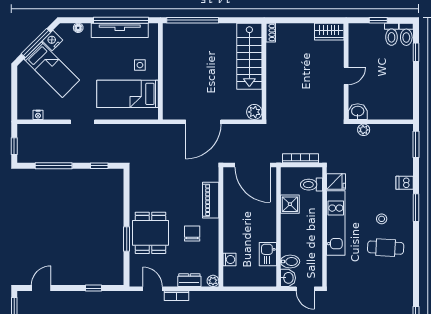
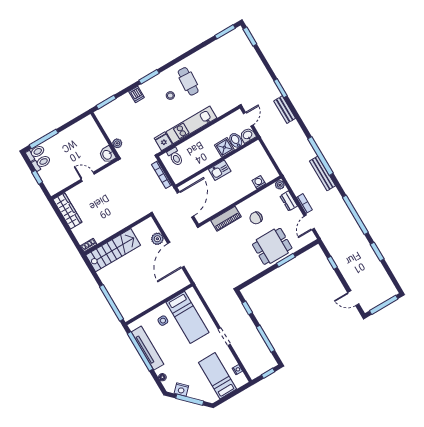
wardrobe: (329, 32) -> (67, 211), width x1.50
window: (416, 52) -> (44, 139), width x2.17
bed: (52, 70) -> (217, 376), moved, turned -45
plant: (254, 112) -> (157, 239), moved
door: (203, 122) -> (176, 255), swing flipped
shower: (290, 204) -> (224, 147), moved
kitchen sink: (268, 254) -> (220, 170), moved

